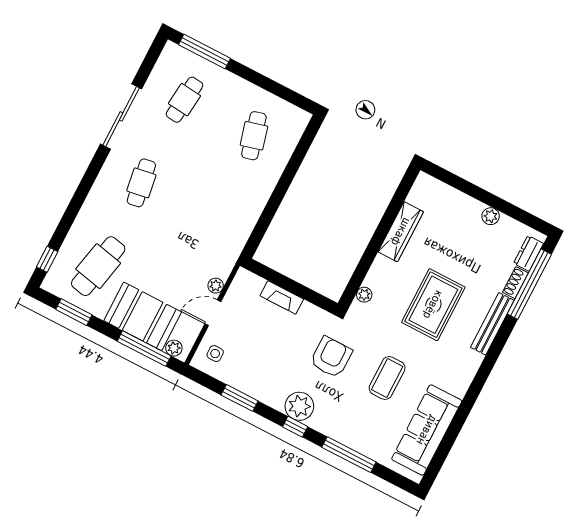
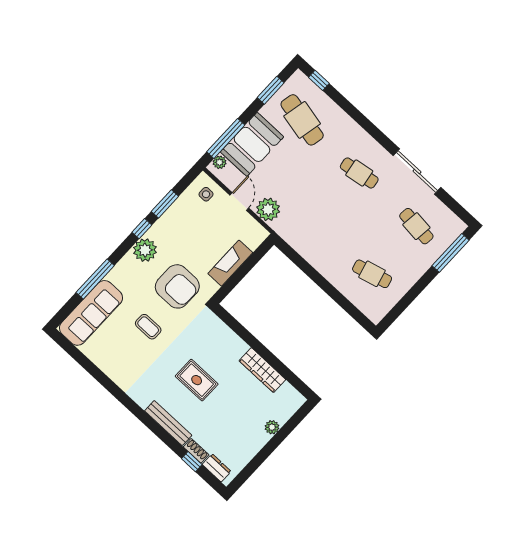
plant: (491, 216) -> (272, 427), moved
window: (529, 284) -> (192, 462), width x0.32
plant: (216, 286) -> (268, 209), width x1.88, depth x1.88
plant: (364, 295) -> (220, 327), removed
fireplace: (282, 297) -> (230, 263), width x1.37, depth x1.32
rug: (433, 305) -> (197, 380), width x0.73, depth x0.70
armchair: (331, 357) -> (177, 286), width x1.36, depth x1.36
coffee table: (387, 378) -> (148, 327), width x0.73, depth x0.77
window: (295, 427) -> (142, 229), moved
sofa: (427, 430) -> (91, 313), moved, turned 90

